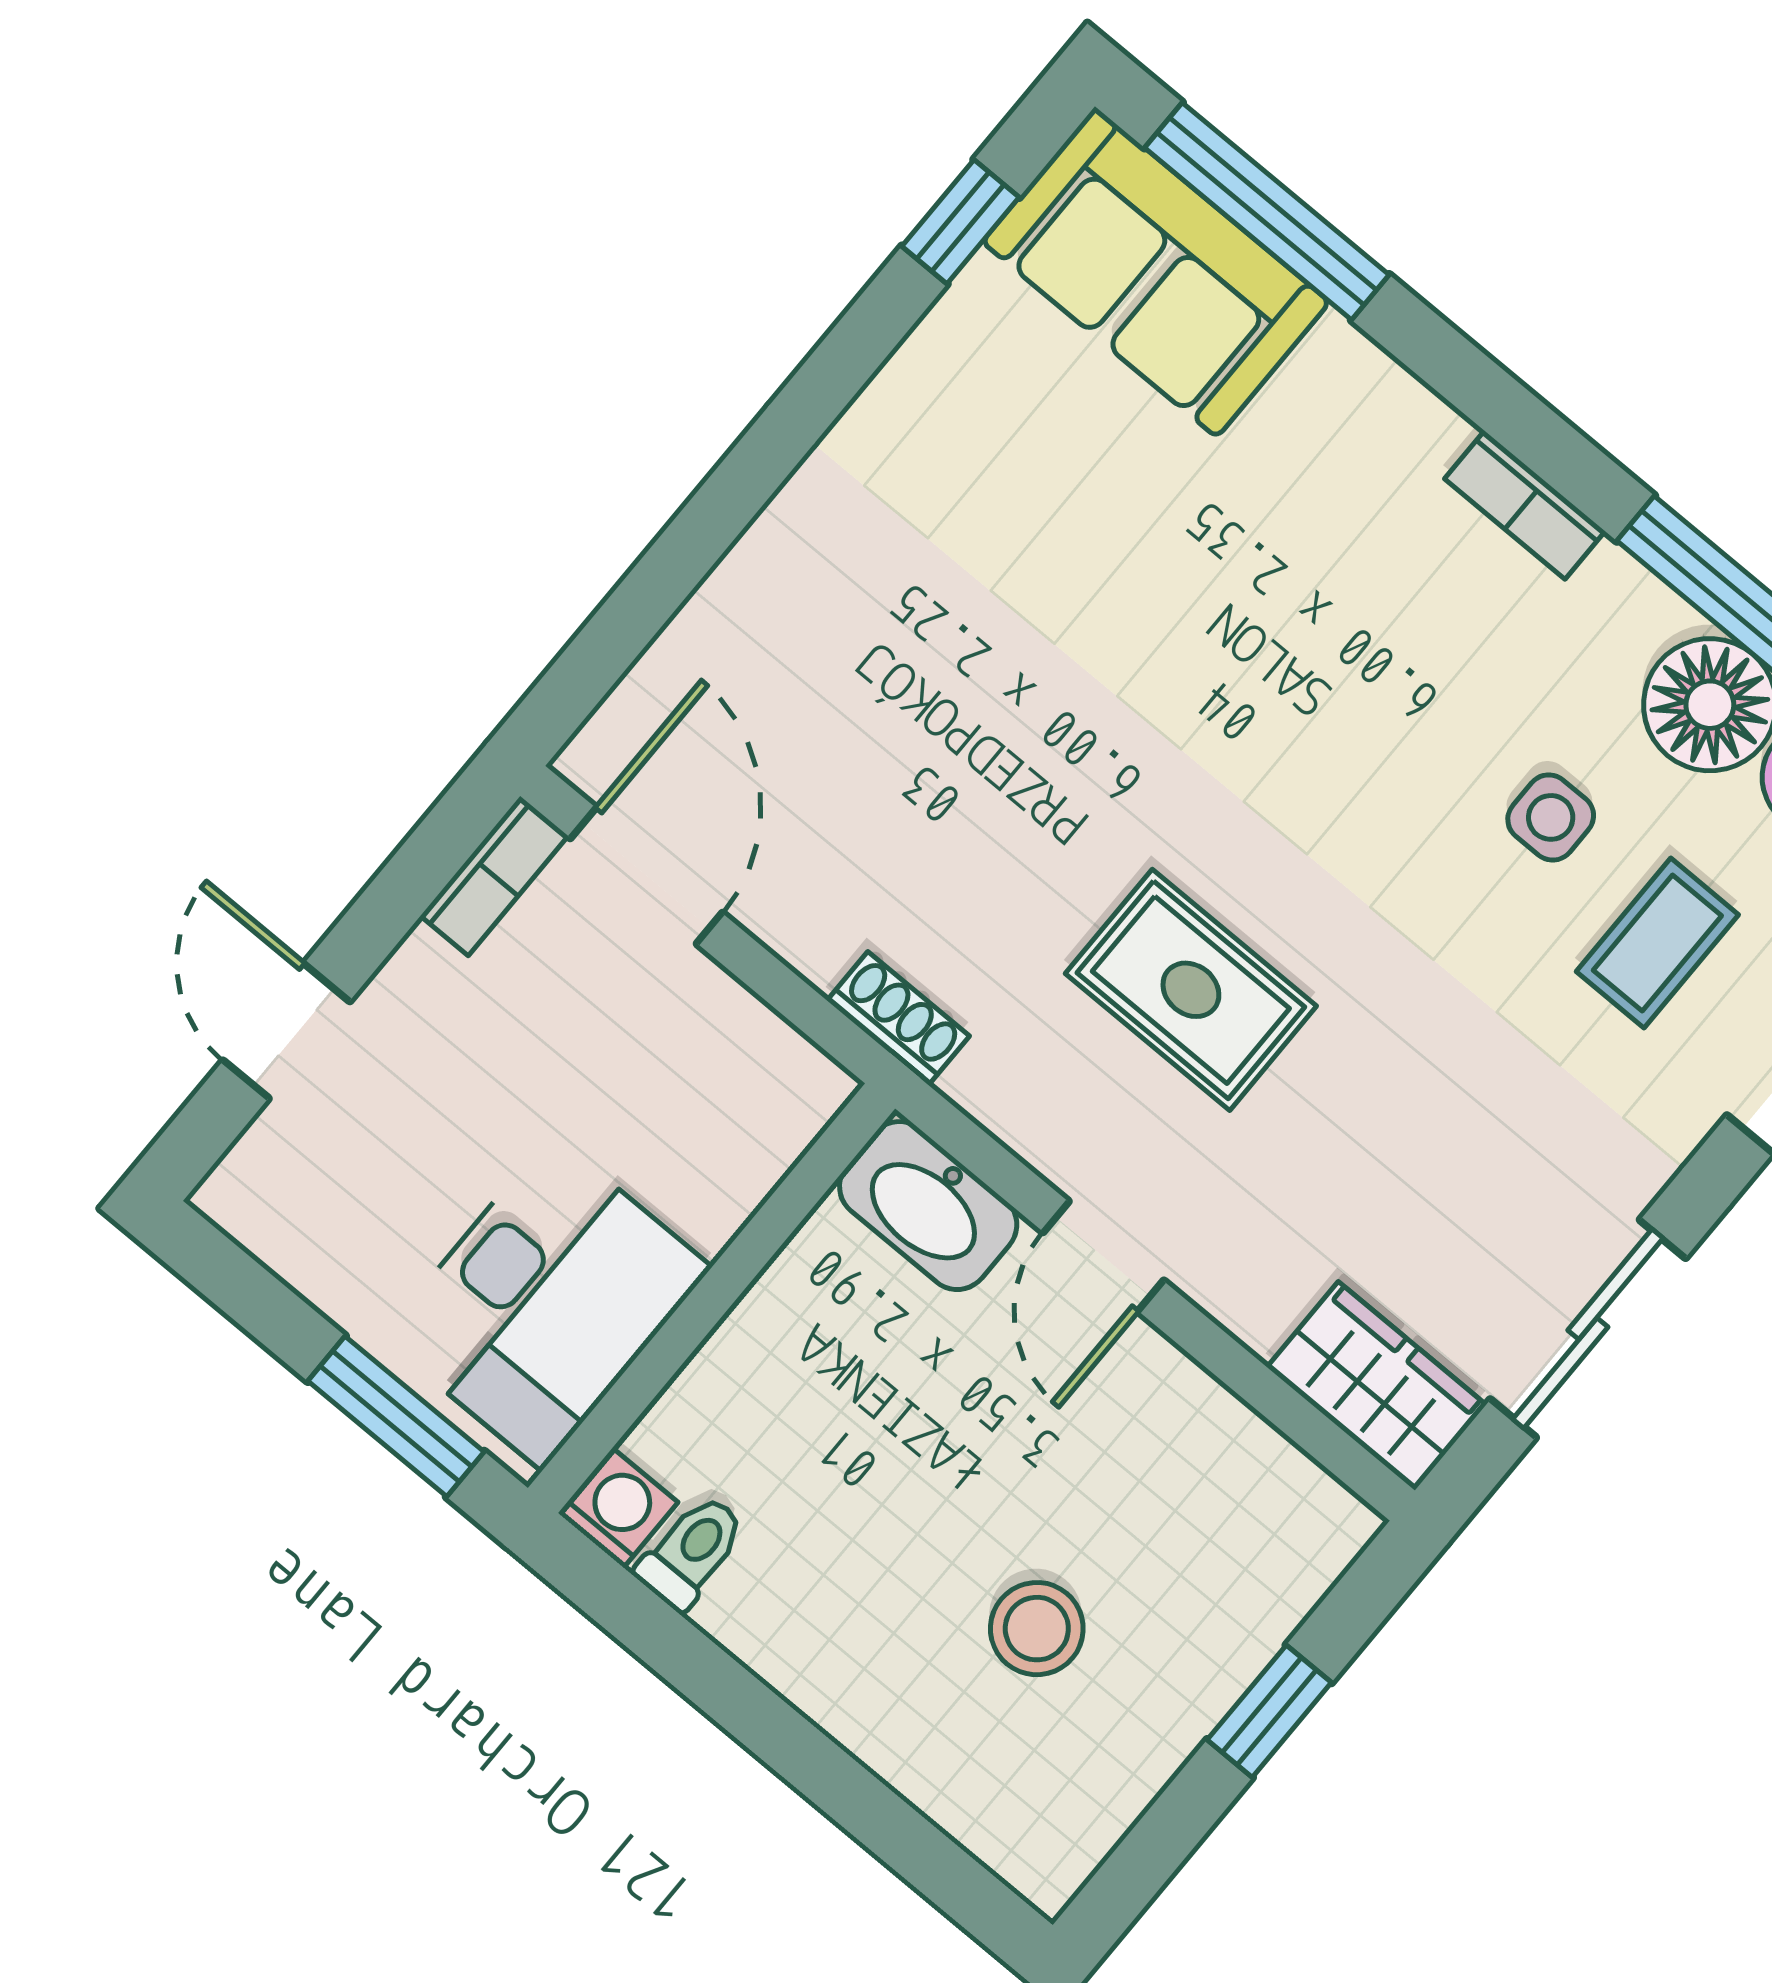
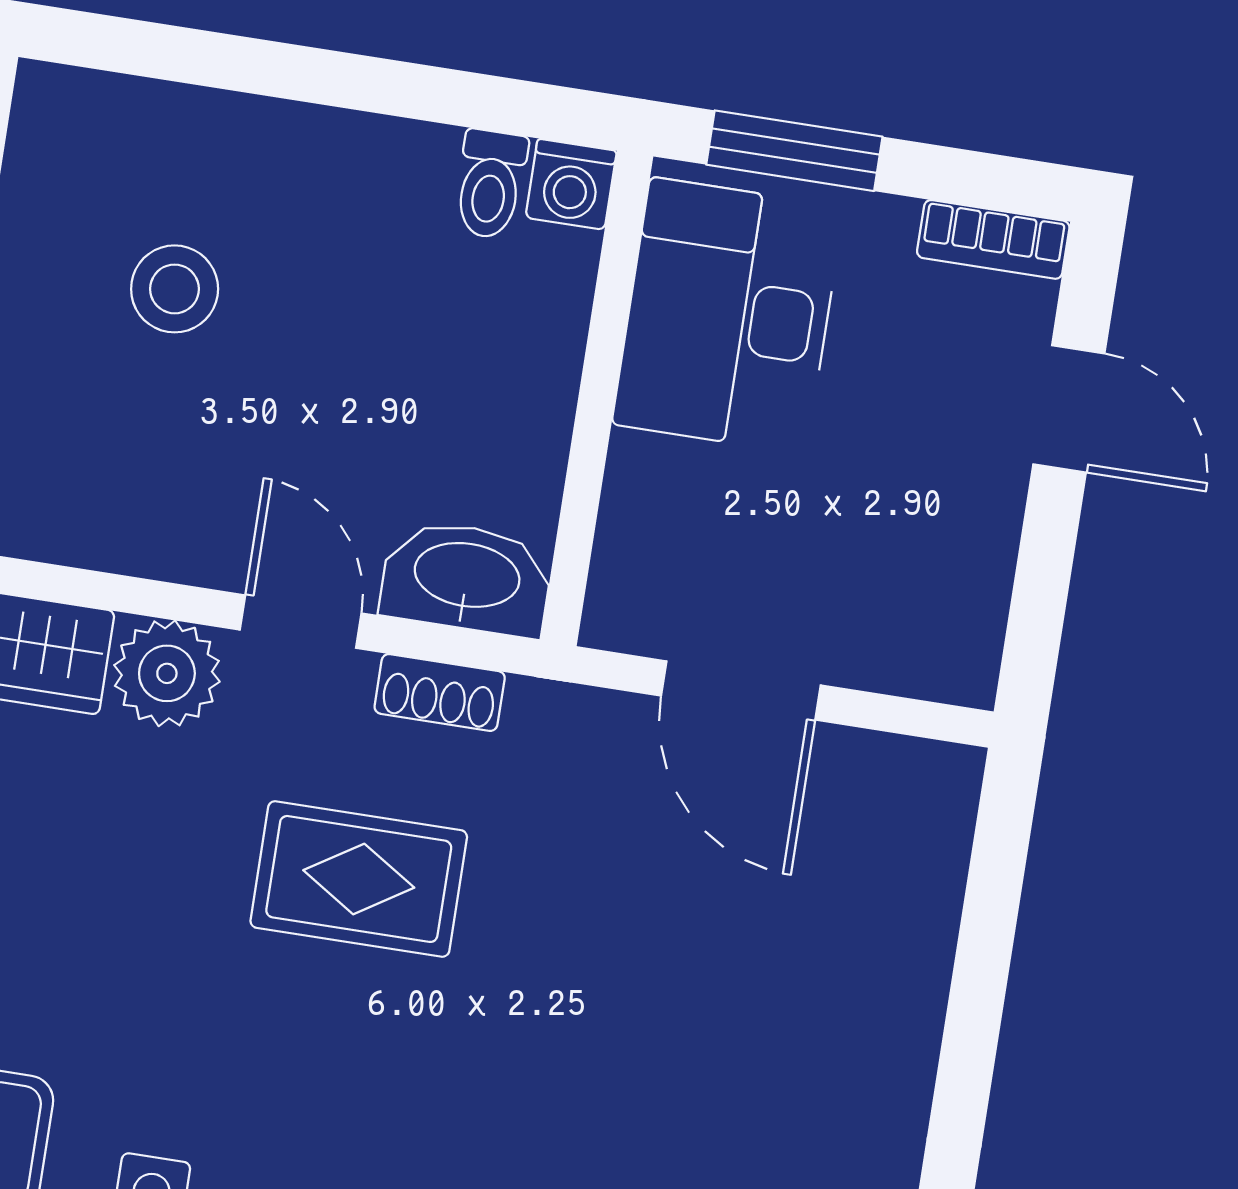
bookcase: (494, 876) -> (993, 239), moved, turned -90
door: (646, 876) -> (741, 690), moved
shoe rack: (898, 1018) -> (440, 692), moved
plant: (1254, 1282) -> (167, 673), added

